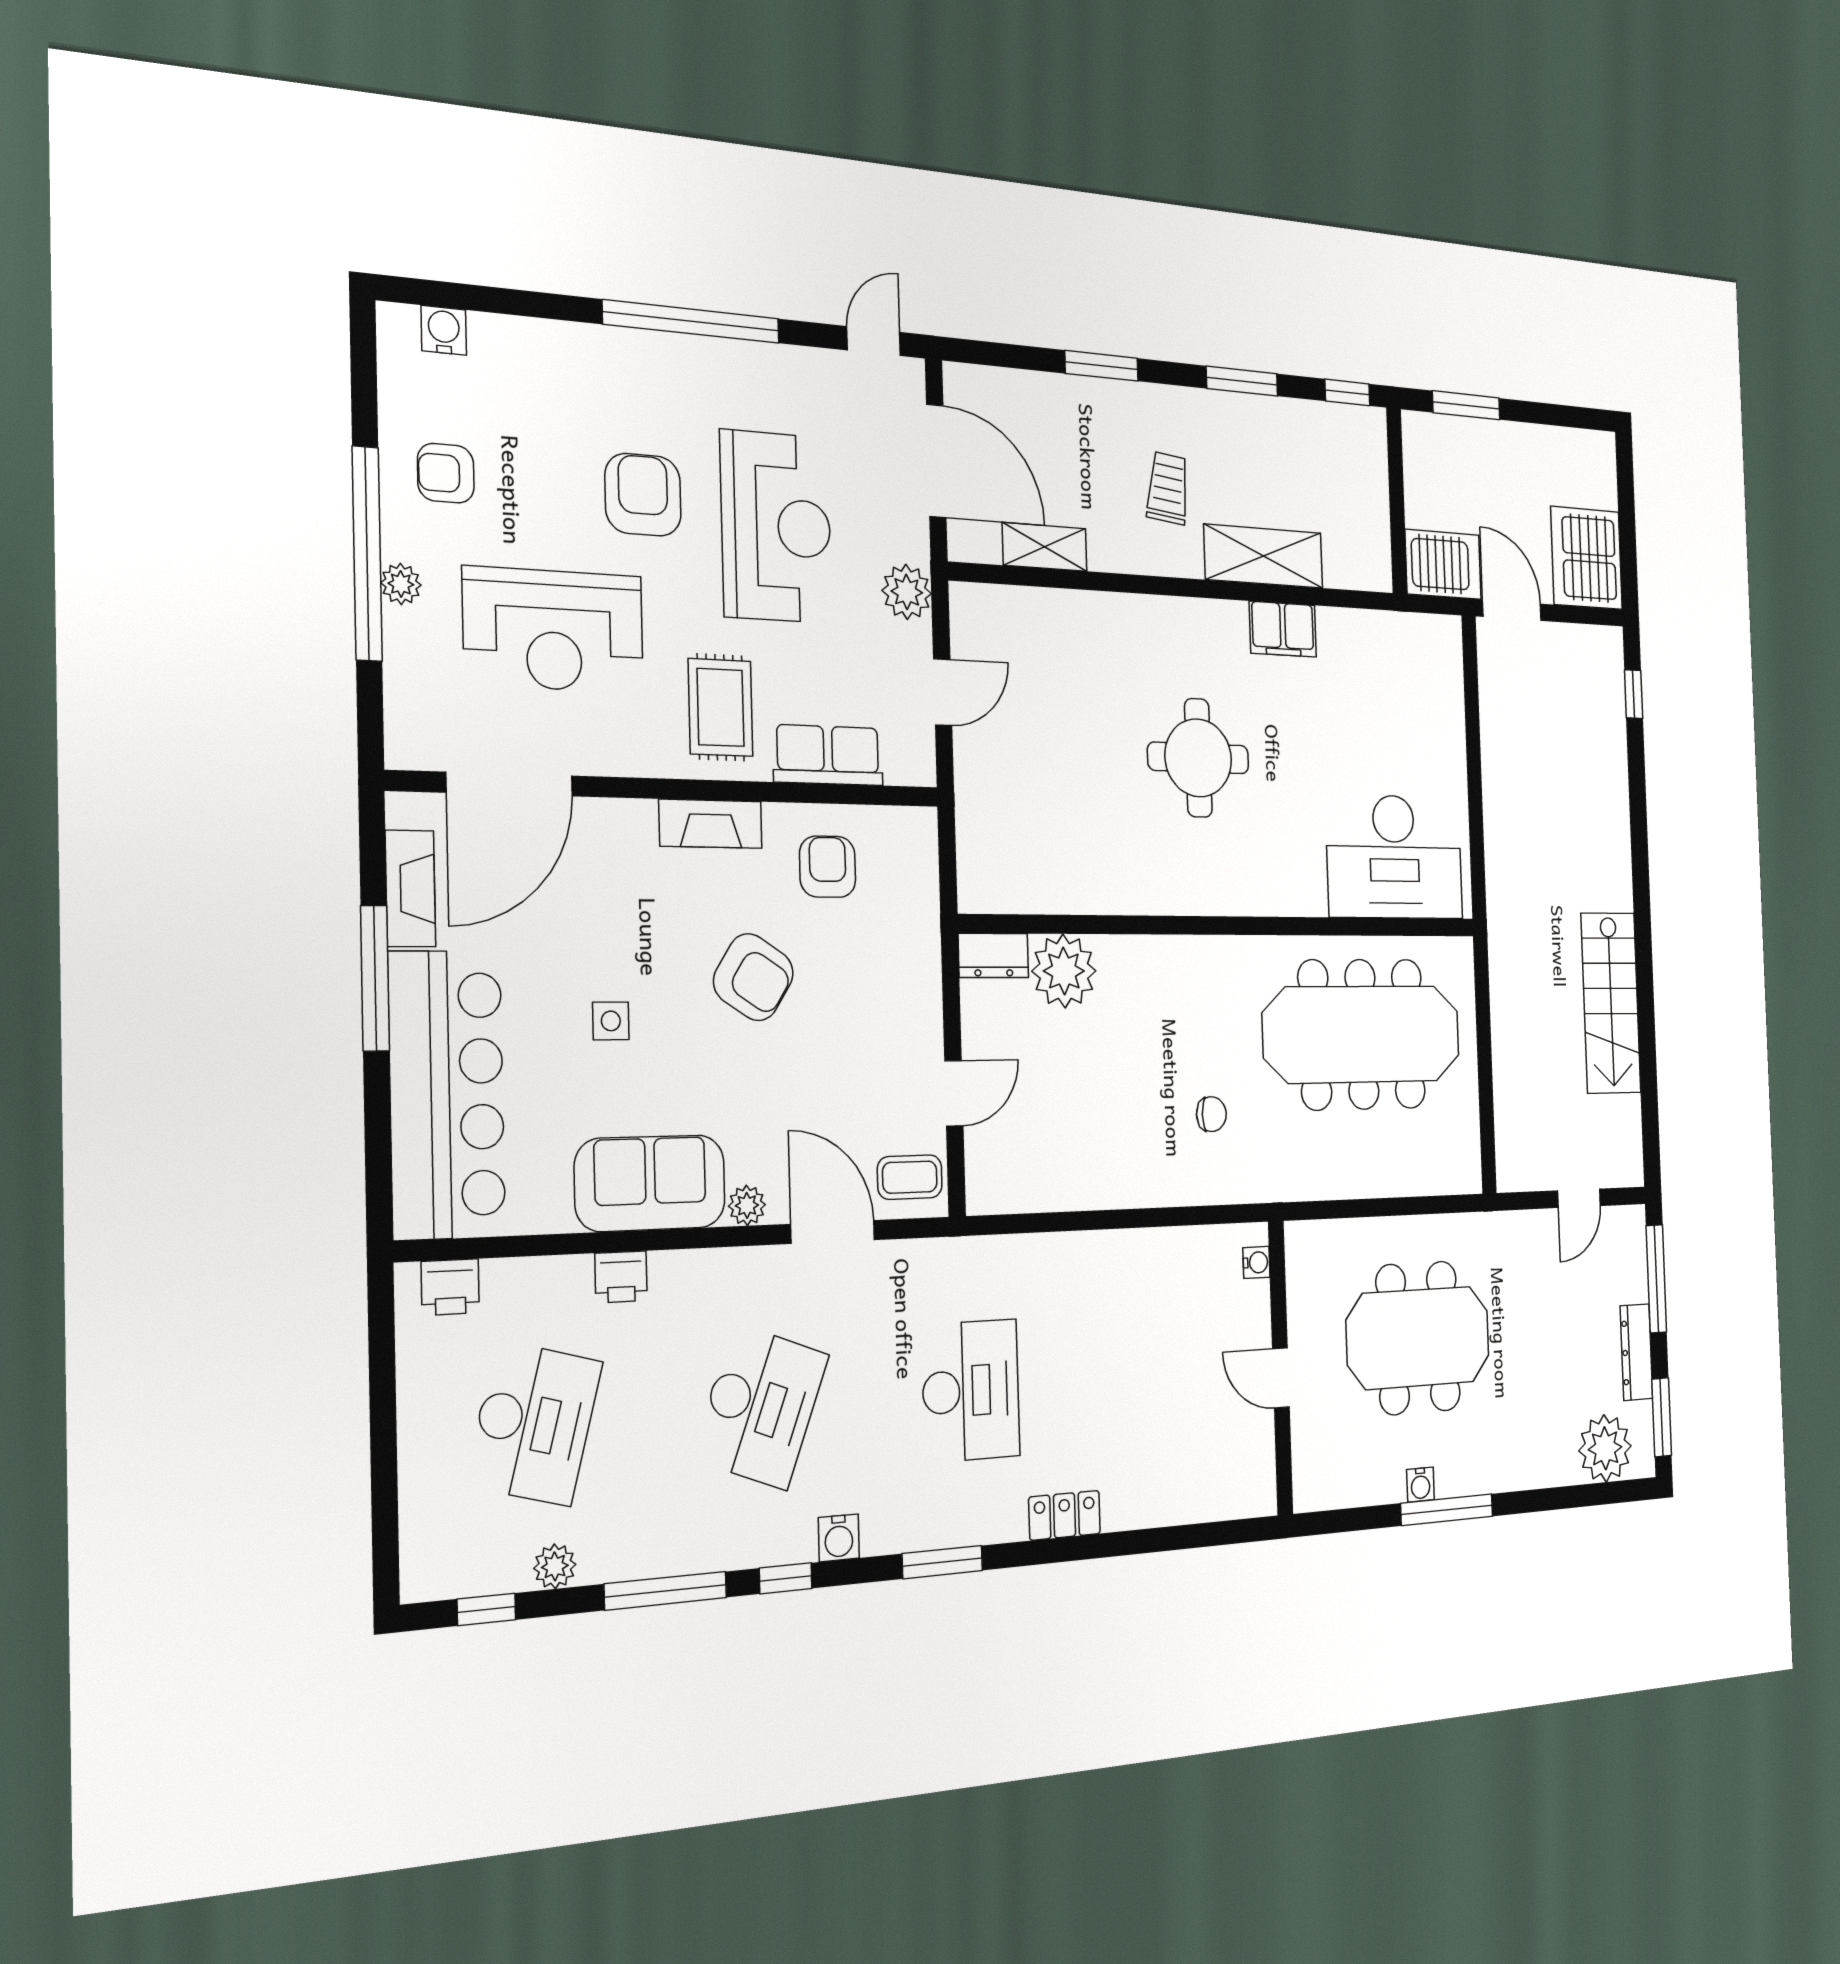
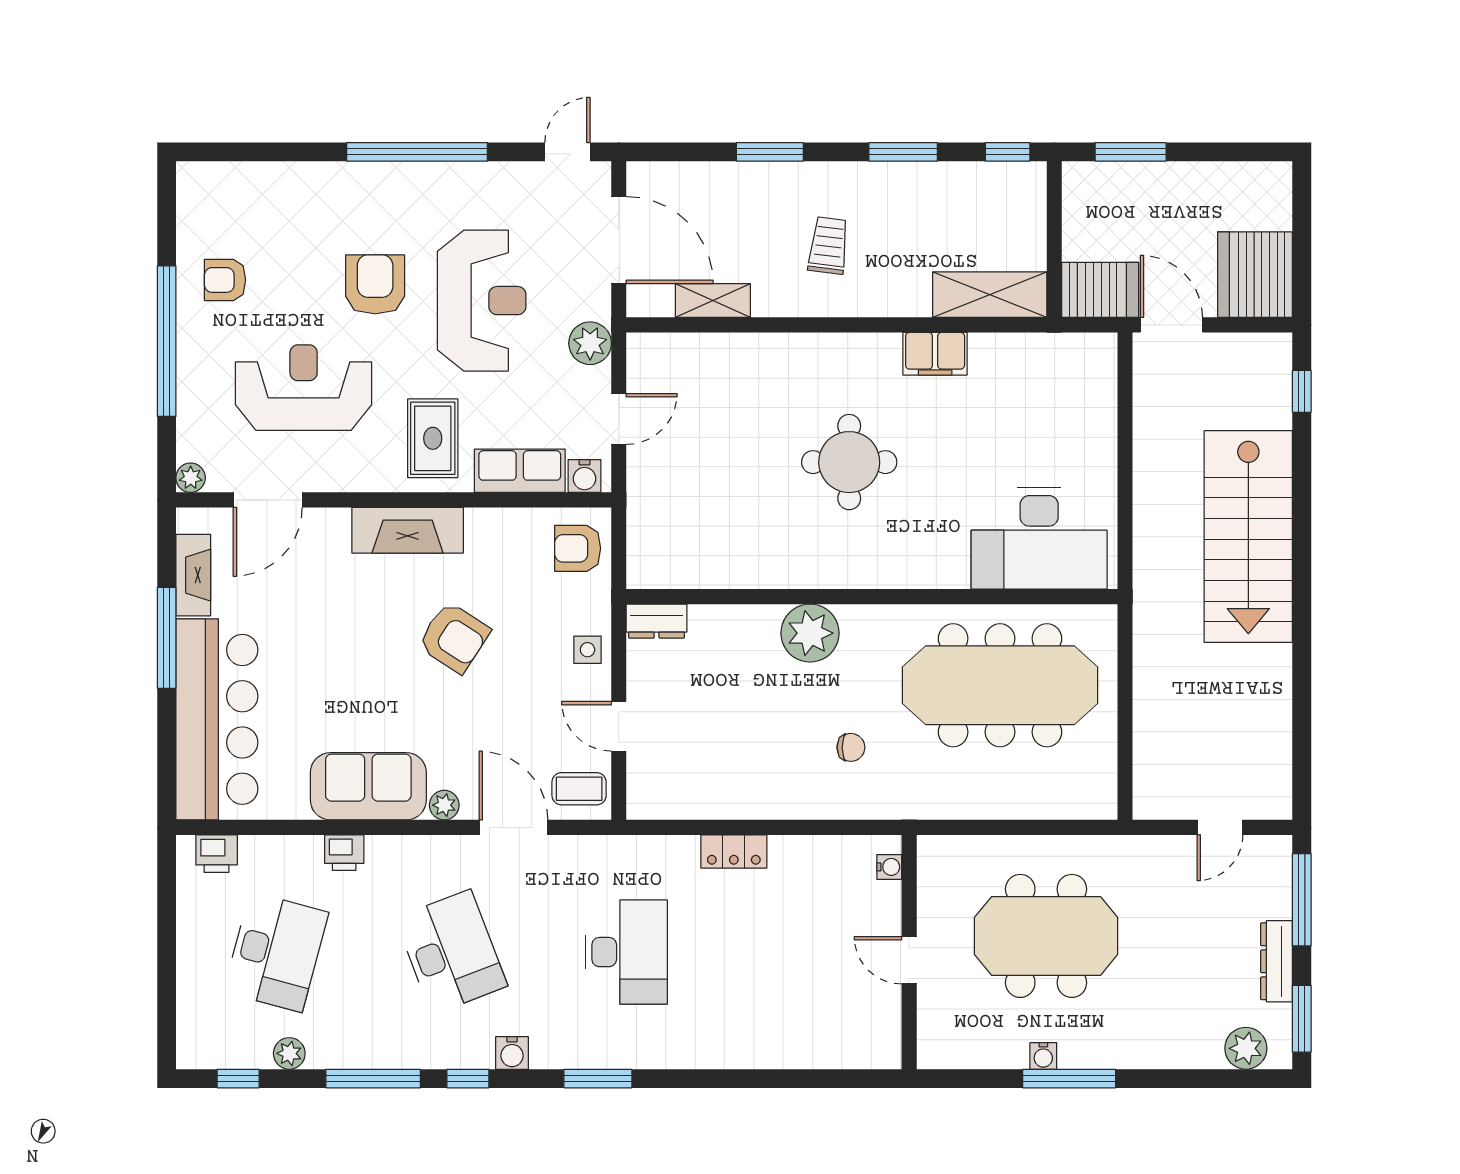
water cooler: (444, 330) -> (584, 476), moved, turned 180
shelving: (1264, 556) -> (990, 295), moved
plant: (401, 584) -> (191, 478), moved
reception desk: (554, 630) -> (304, 388), turned 180
door: (509, 784) -> (268, 500), width x0.73
fireplace: (711, 824) -> (408, 530), width x1.37, depth x1.32
armchair: (828, 867) -> (578, 548), moved, turned -90
plant: (1064, 971) -> (810, 633), moved
stairs: (1611, 1003) -> (1248, 537), moved, width x1.36, depth x1.51
side table: (611, 1021) -> (587, 650), moved
door: (954, 1093) -> (619, 726), swing flipped
desk: (761, 1406) -> (451, 952), turned -42
plant: (1605, 1448) -> (1246, 1048), width x0.73, depth x0.73
locker: (1065, 1515) -> (734, 851), moved, turned 180

